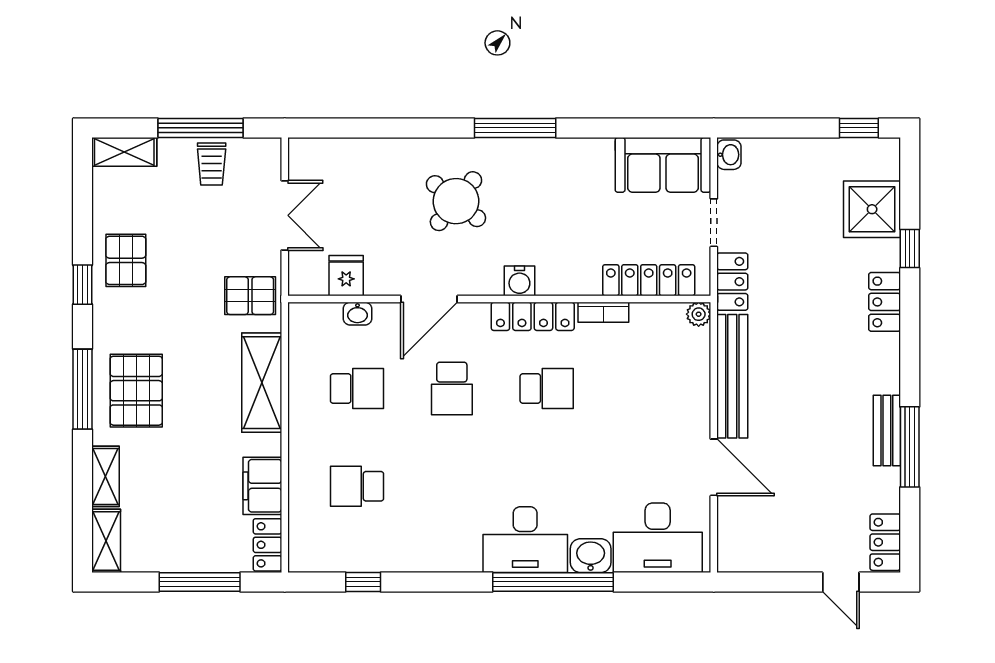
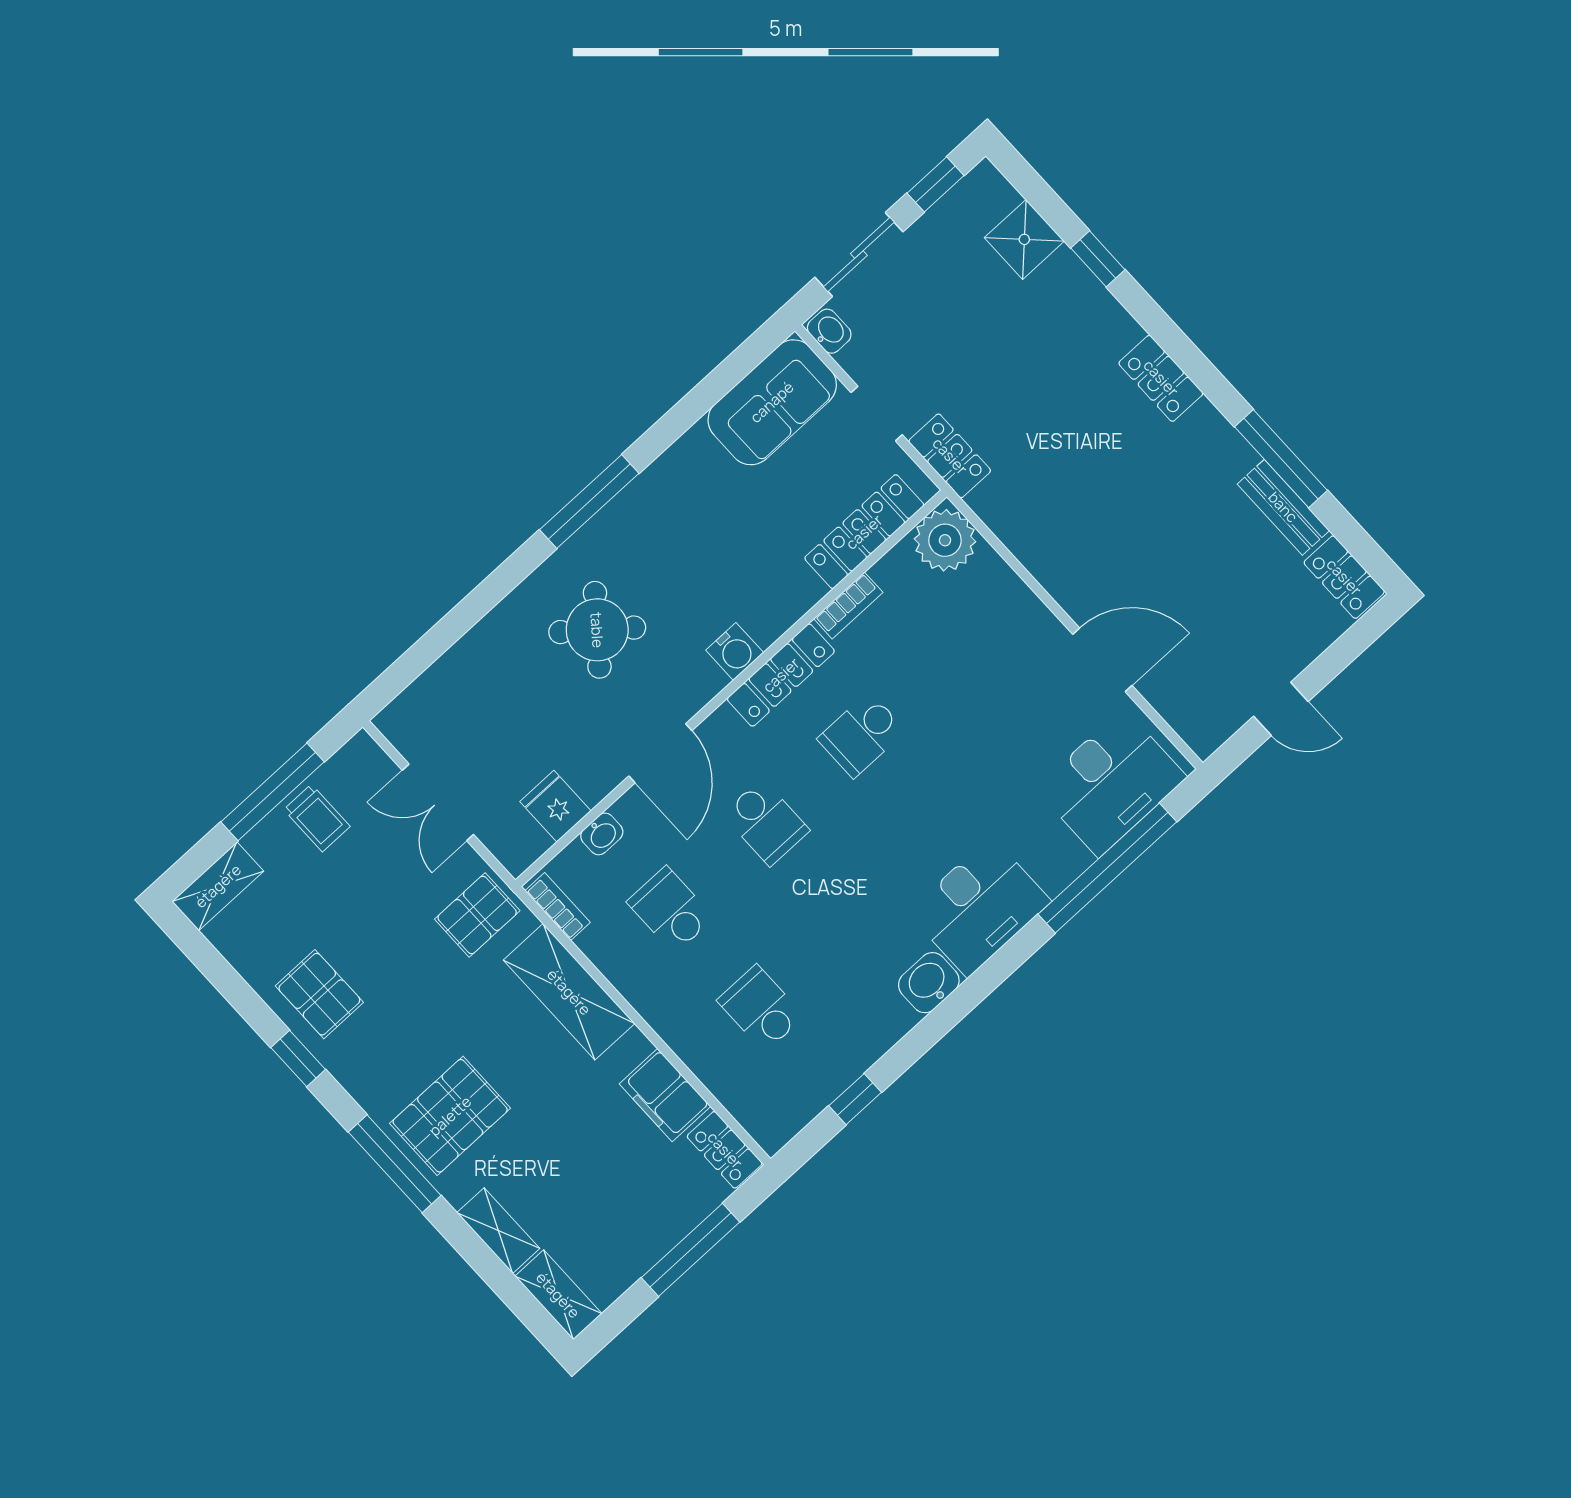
sliding door: (783, 128) -> (859, 254), added
shower: (872, 209) -> (1024, 239), width x0.73, depth x0.73
double door: (285, 215) -> (438, 802), swing flipped
locker: (885, 302) -> (1161, 378), moved
plant: (699, 314) -> (945, 540), width x1.88, depth x1.88
bookcase: (298, 331) -> (558, 907), added
bench: (732, 376) -> (1037, 551), removed
school desk: (357, 388) -> (670, 910), turned -90
school desk: (547, 388) -> (861, 735), turned 180
pallet: (136, 391) -> (450, 1116), turned 90
bench: (887, 430) -> (1283, 507), moved
school desk: (357, 486) -> (761, 1008), turned 90
washbasin: (591, 556) -> (929, 983), moved
window: (553, 582) -> (1107, 868), moved
door: (841, 582) -> (1281, 709), moved

